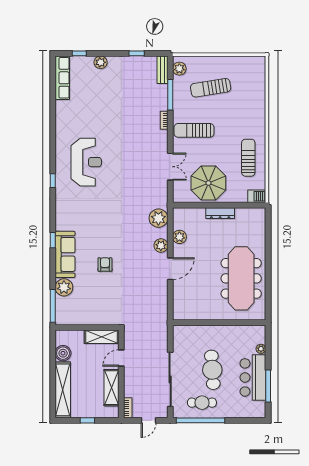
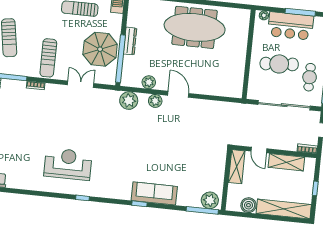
window: (201, 205) -> (120, 59), added
armchair: (105, 265) -> (168, 156), removed
plant: (64, 287) -> (210, 200), moved
wall: (219, 323) -> (249, 54), moved

